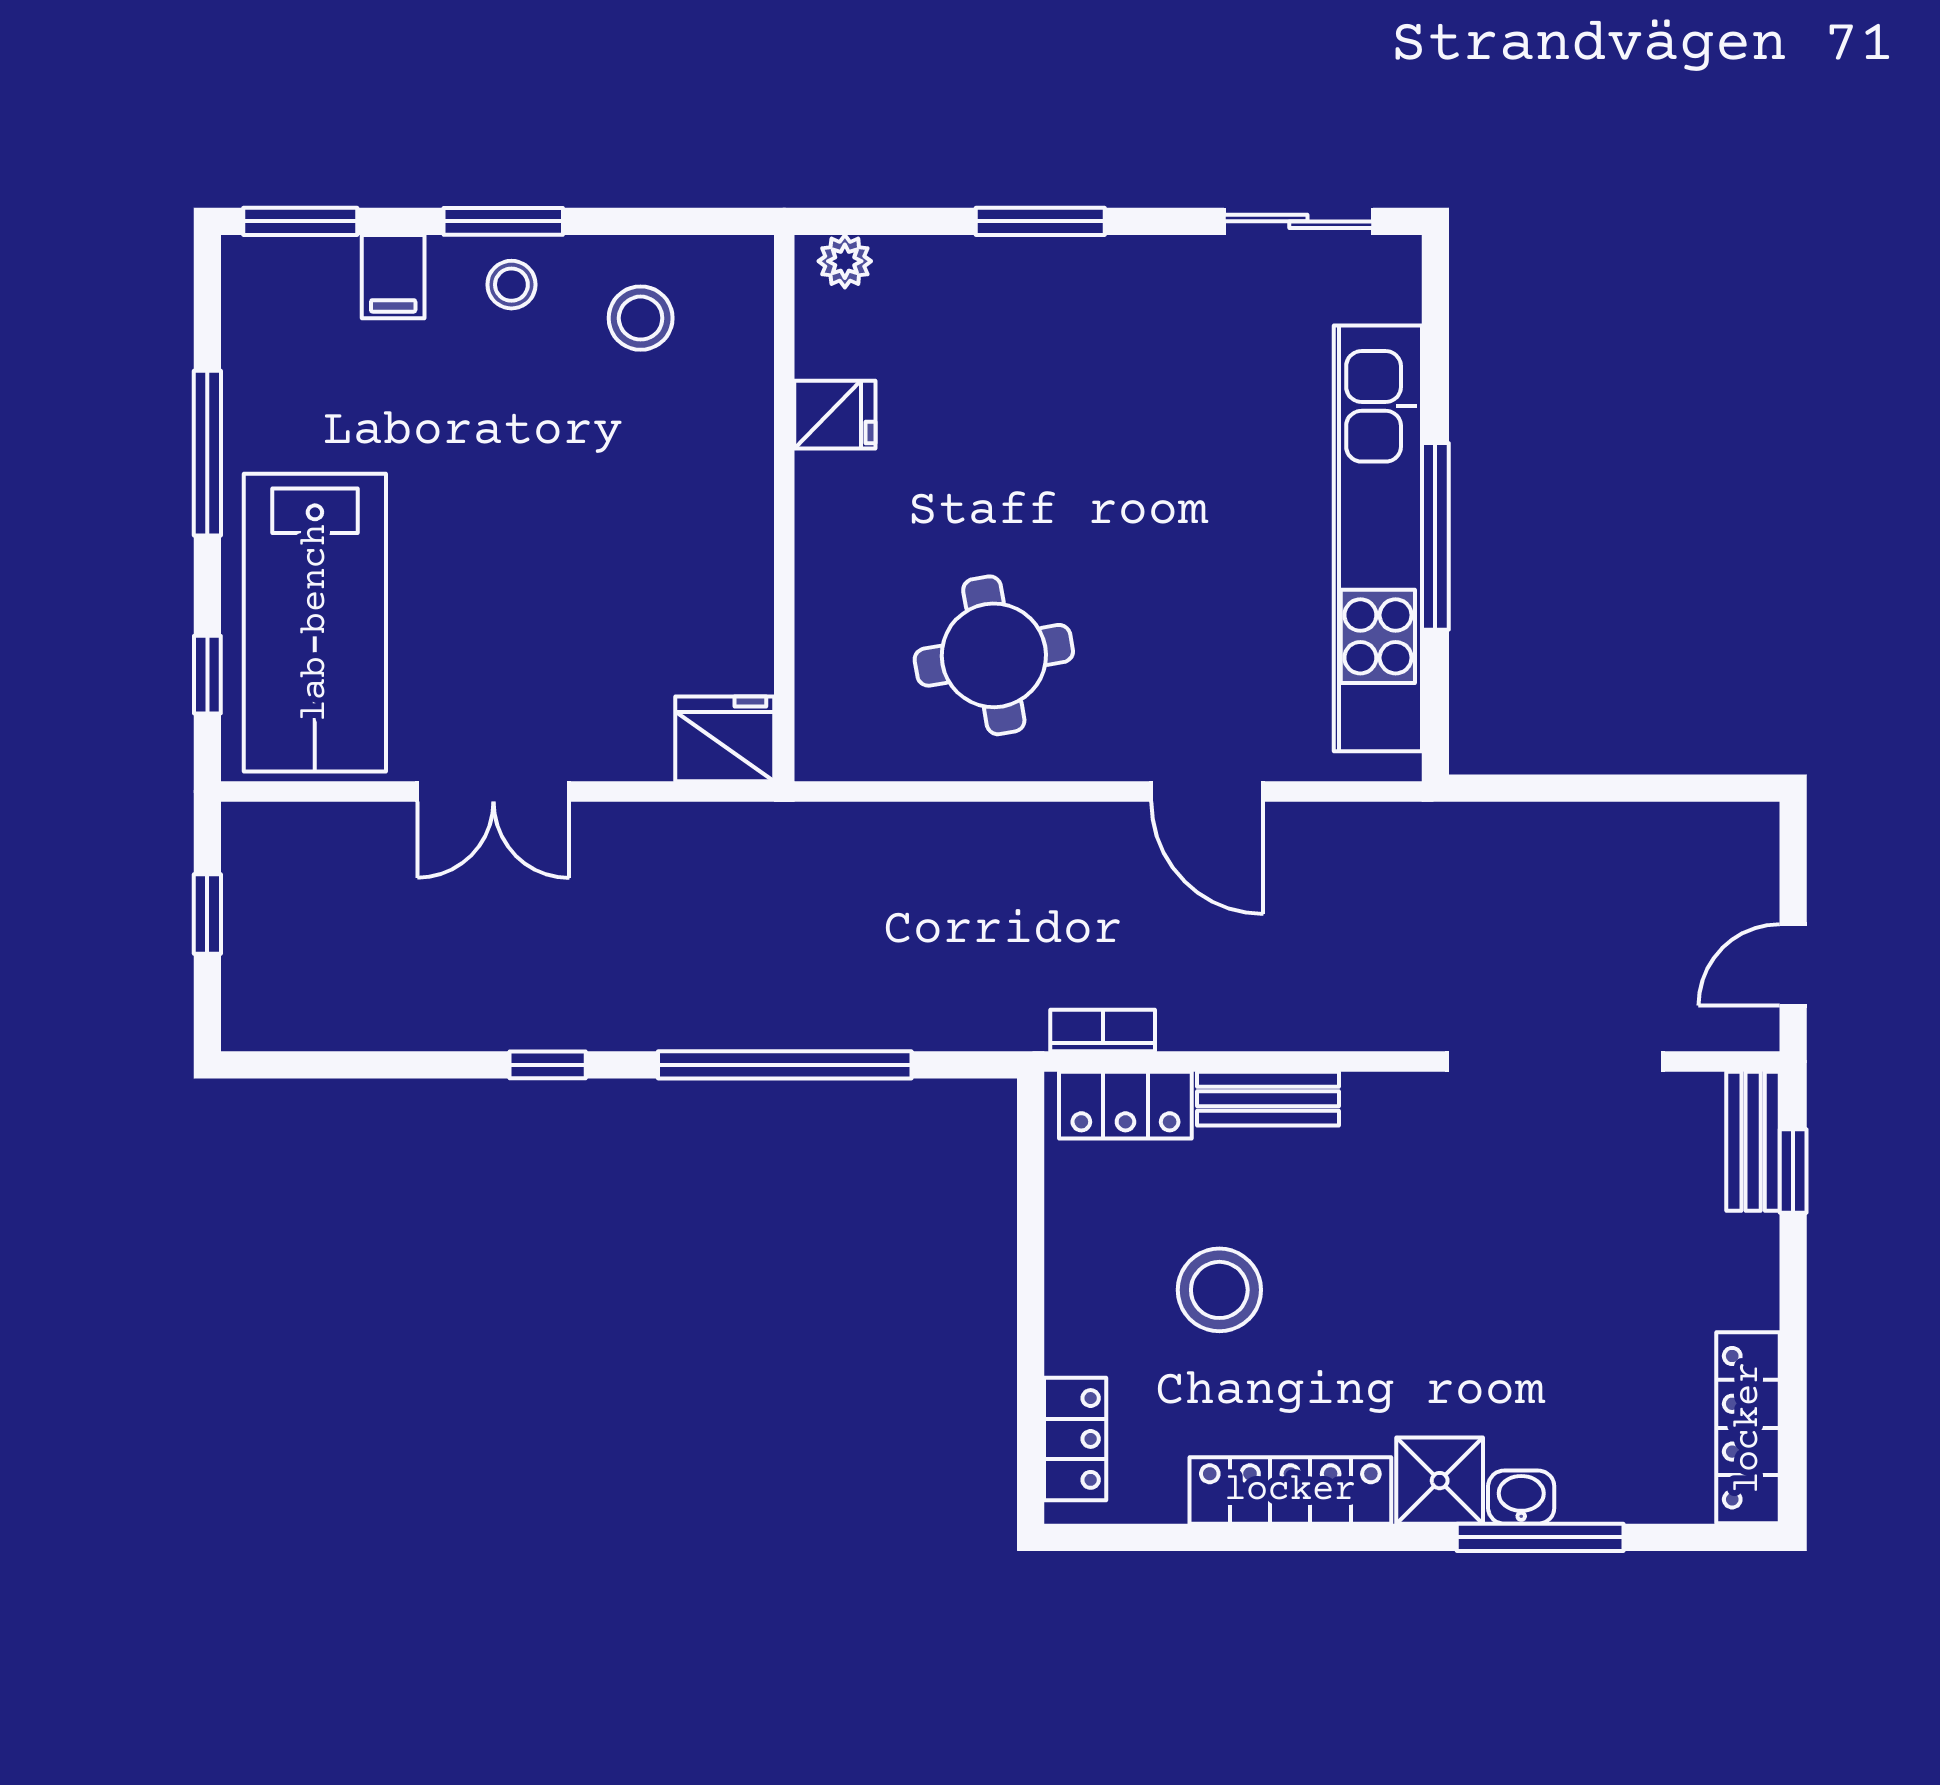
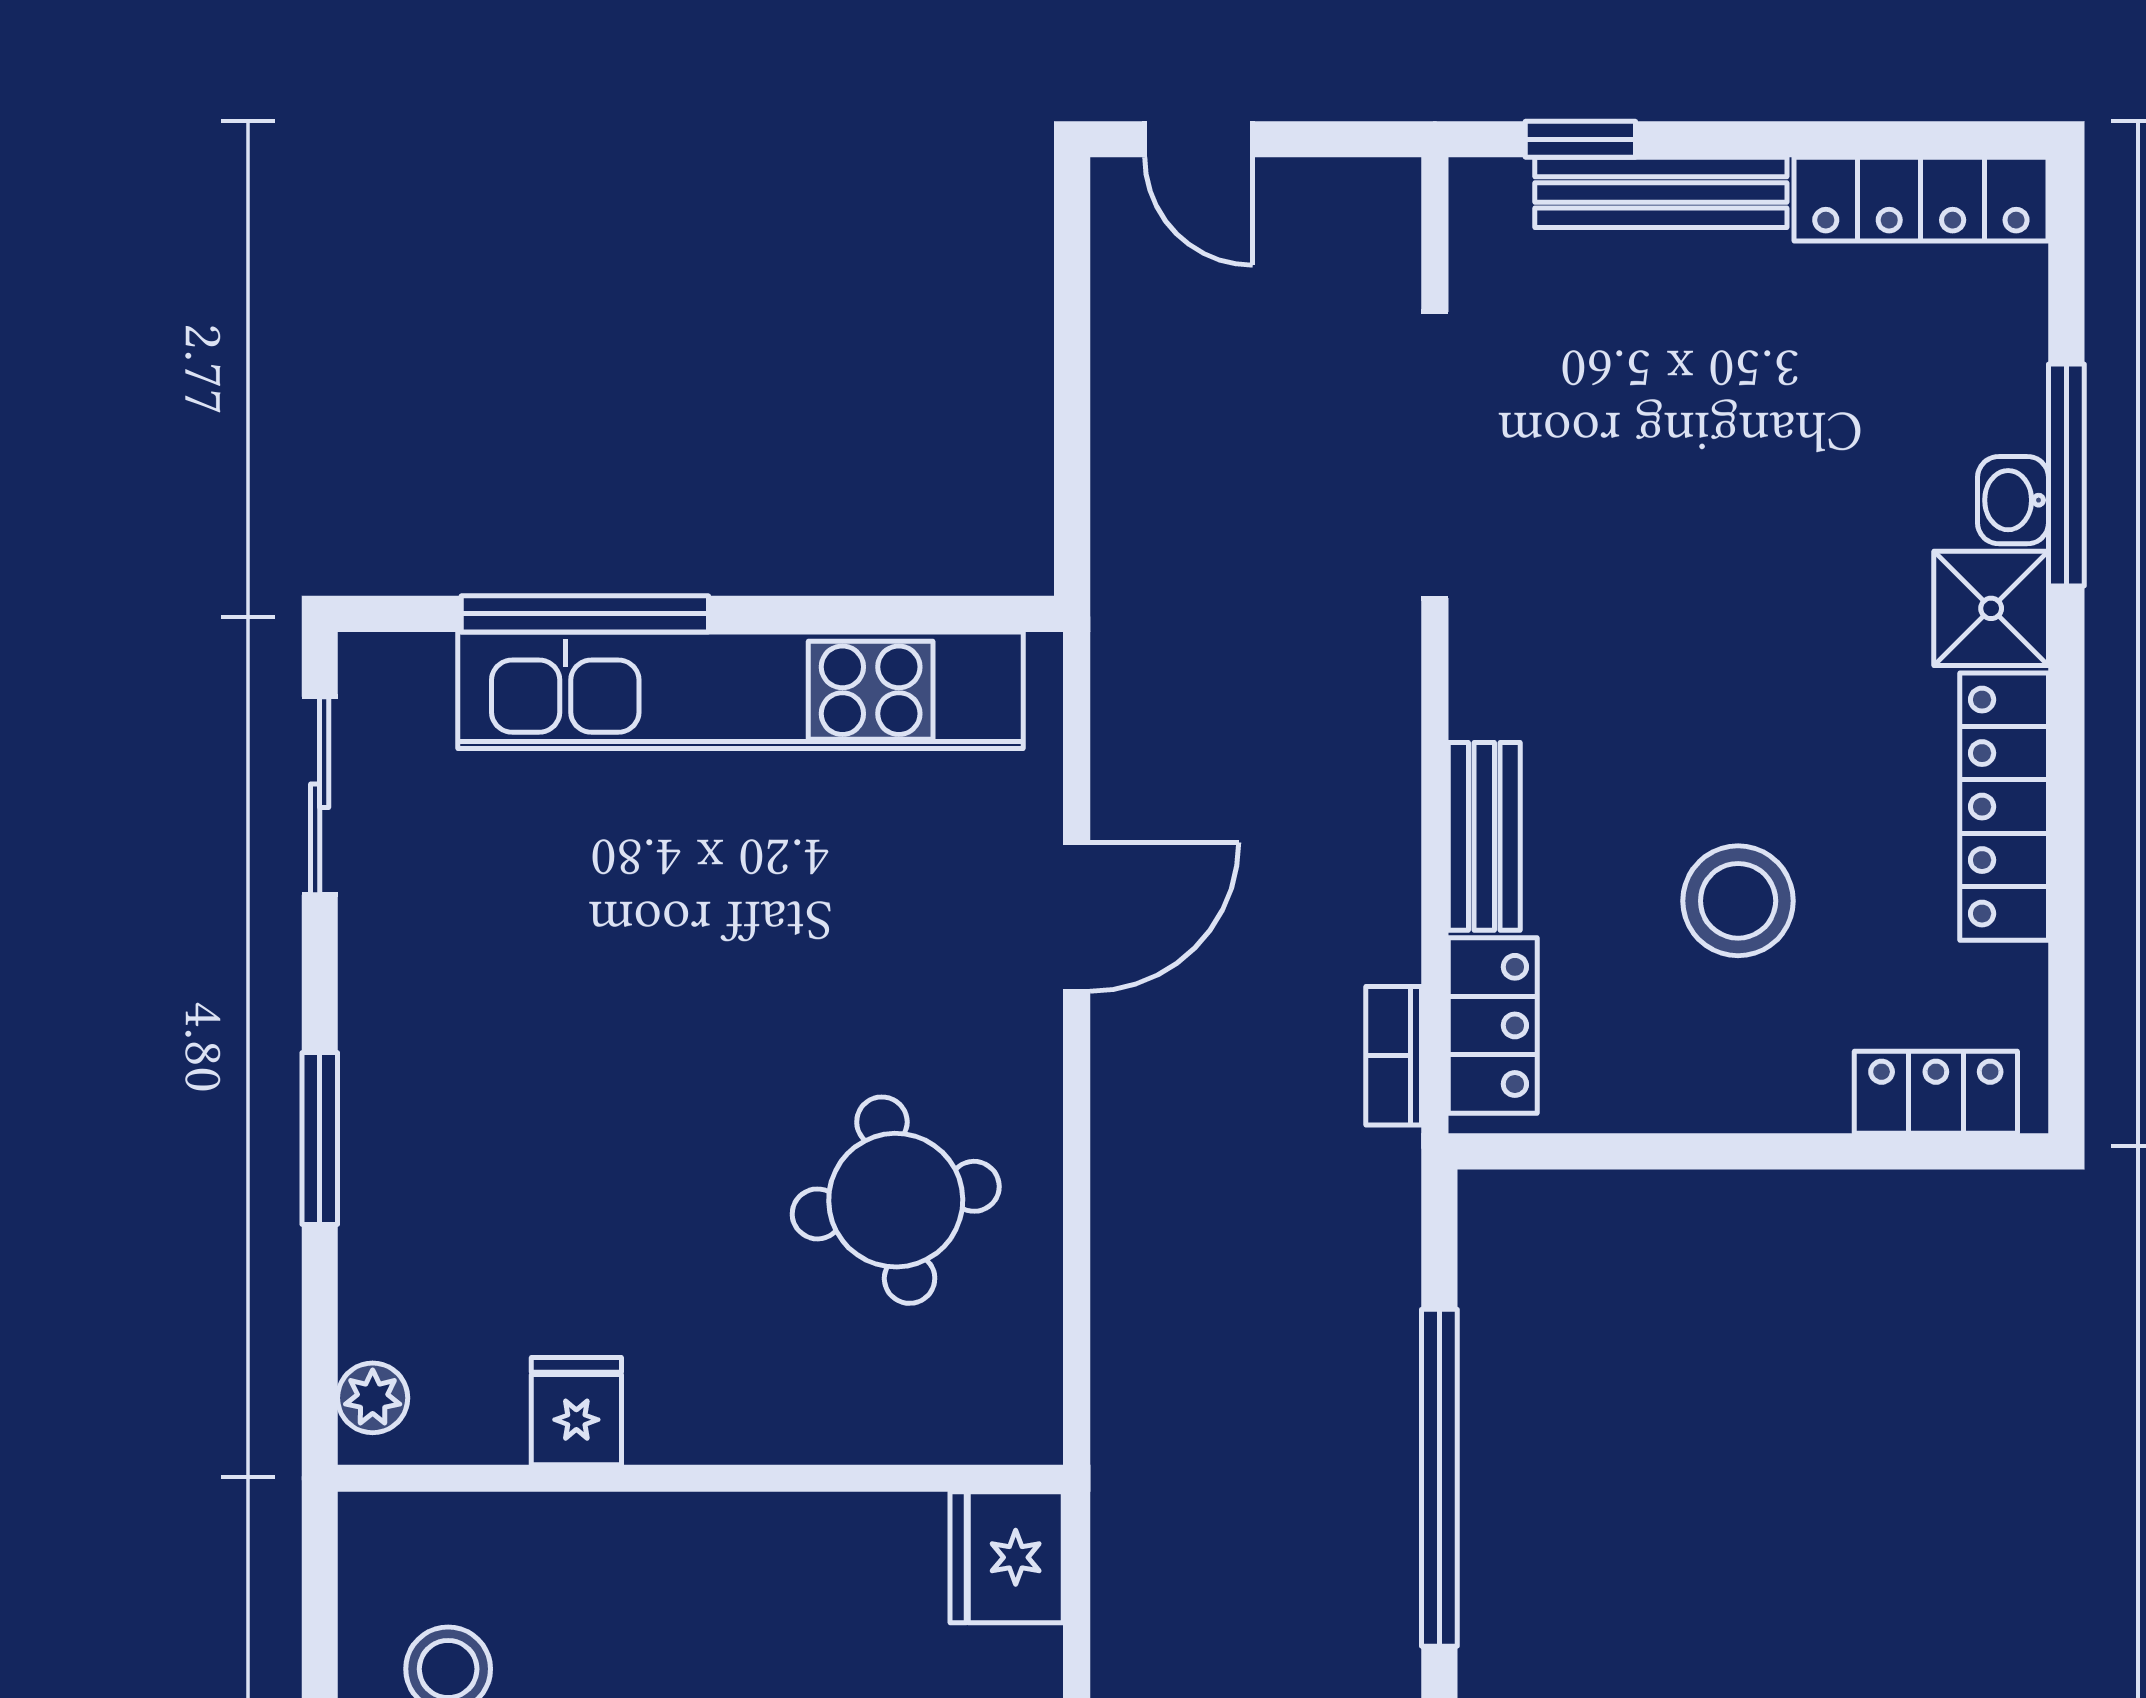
window: (1435, 536) -> (585, 614), moved
door: (1793, 965) -> (1199, 139), moved
bench: (1753, 1141) -> (1661, 192), moved, width x1.36

